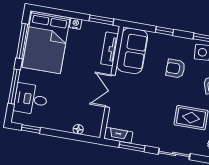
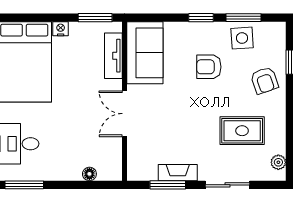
window: (165, 31) -> (201, 18), moved
window: (31, 129) -> (24, 185), width x1.50
fireplace: (118, 135) -> (178, 173), moved

